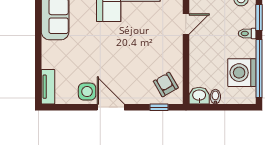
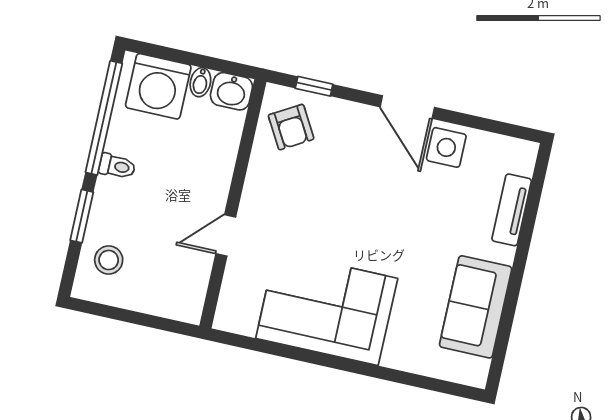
toilet: (247, 33) -> (117, 166), moved
washing machine: (242, 73) -> (158, 86), moved, turned 90
tv unit: (48, 87) -> (512, 210), moved

